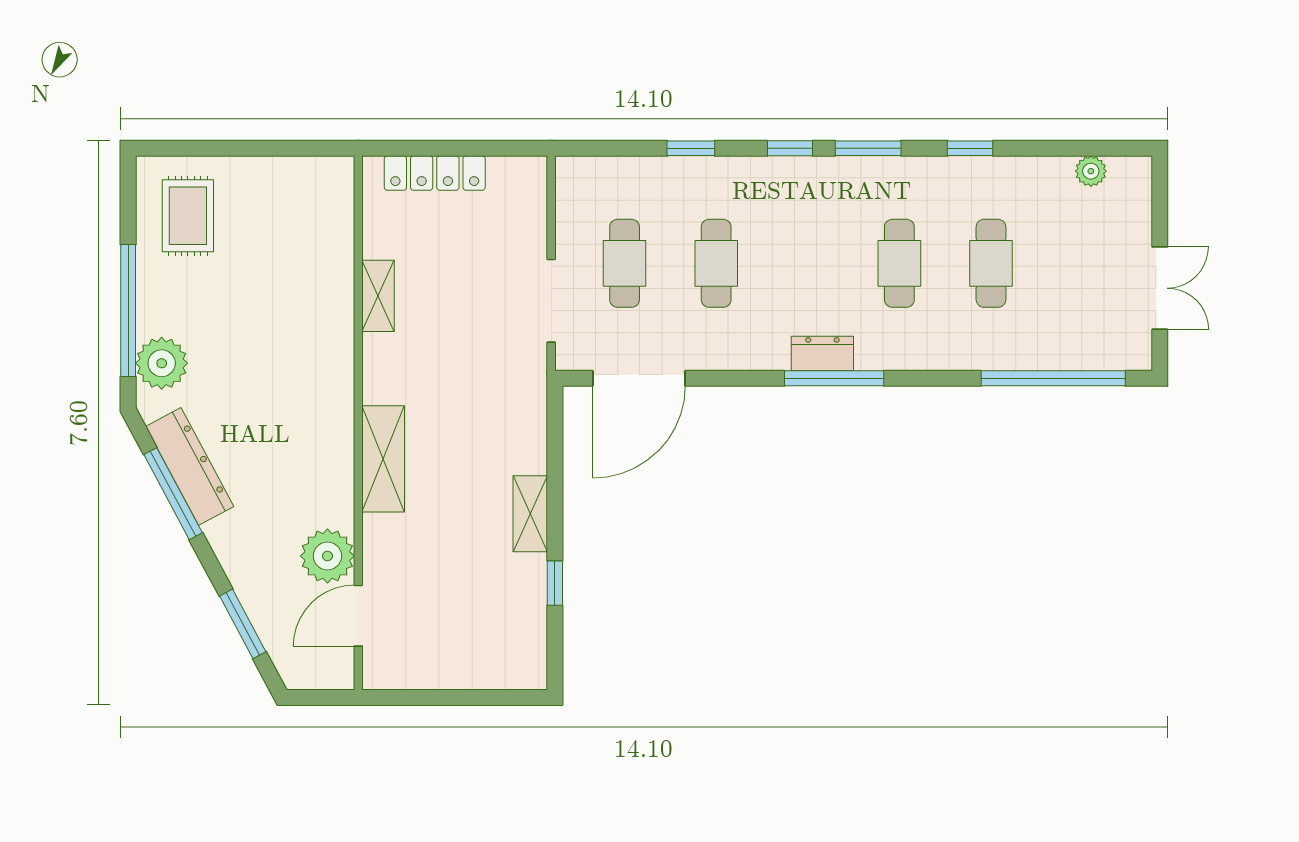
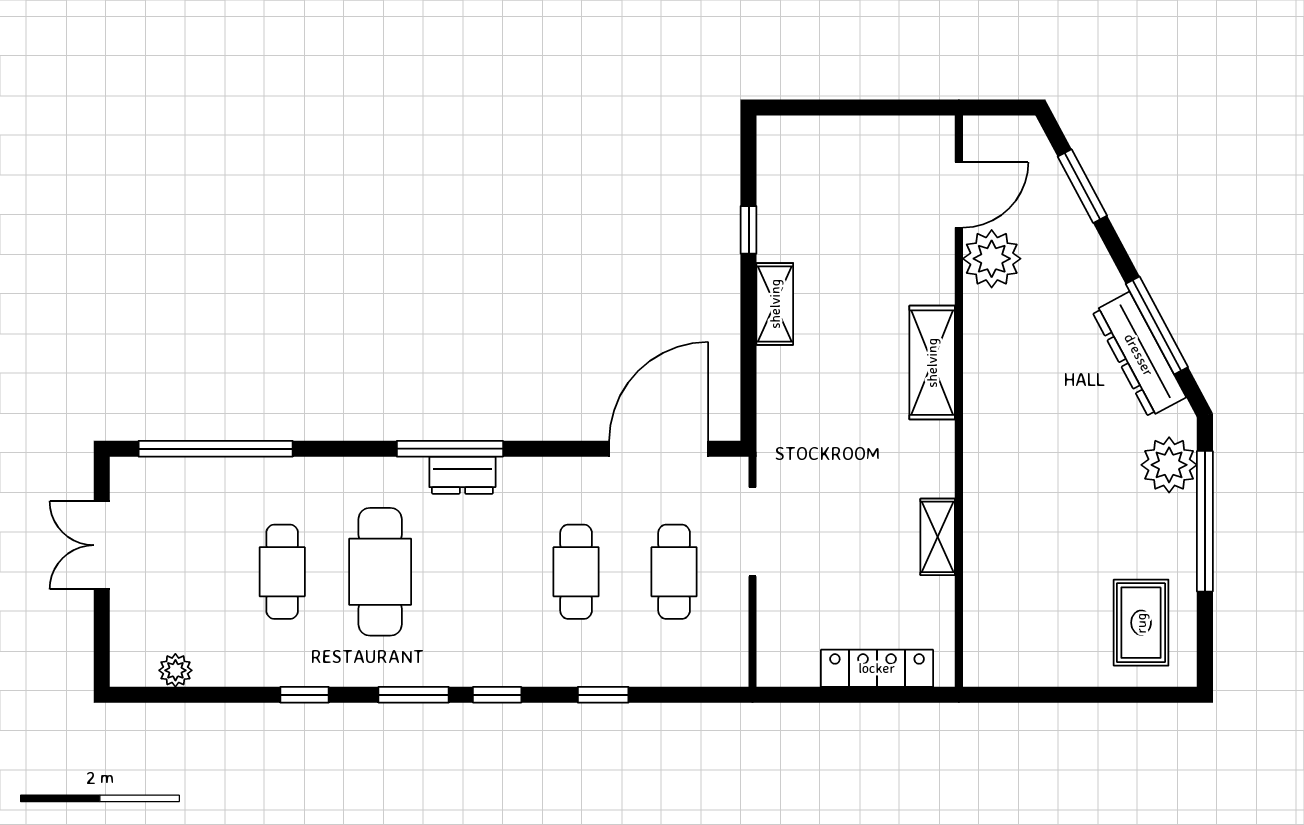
cafe table: (899, 263) -> (380, 572), width x1.37, depth x1.35

